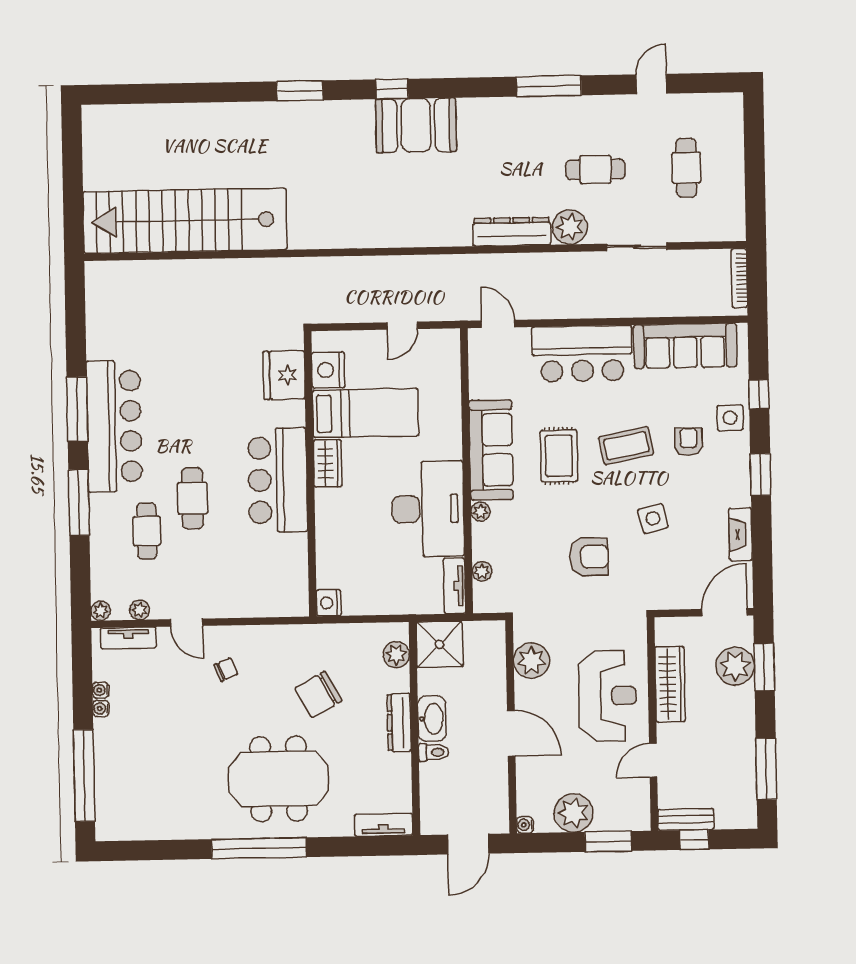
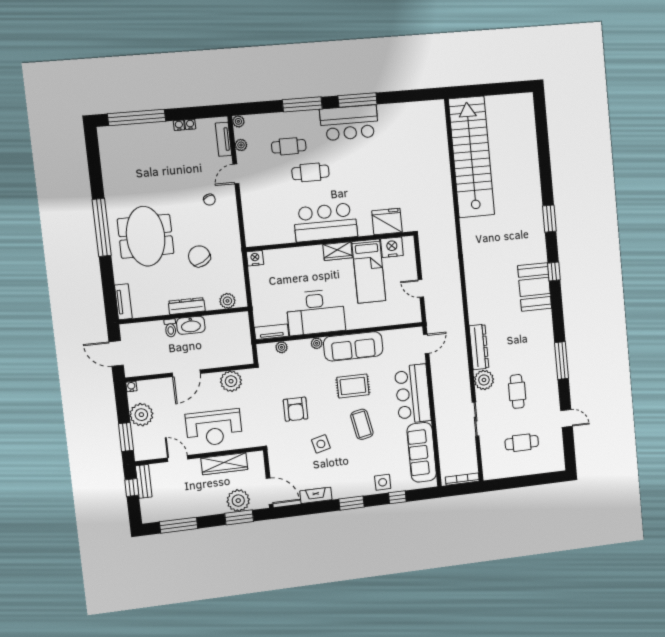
bar counter: (114, 426) -> (349, 123), width x0.73
armchair: (688, 442) -> (367, 460), removed
shower: (439, 644) -> (236, 326), removed

